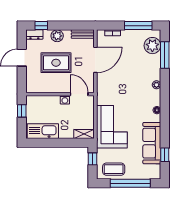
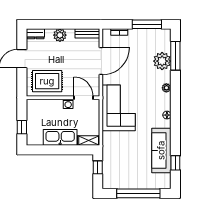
window: (41, 26) -> (43, 24), removed
plant: (152, 46) -> (162, 61), moved
rug: (56, 63) -> (47, 81), moved
window: (22, 111) -> (22, 127), moved
corner sofa: (112, 127) -> (119, 108), moved
kitchen sink: (43, 131) -> (60, 137), moved
coffee table: (114, 169) -> (121, 178), removed

